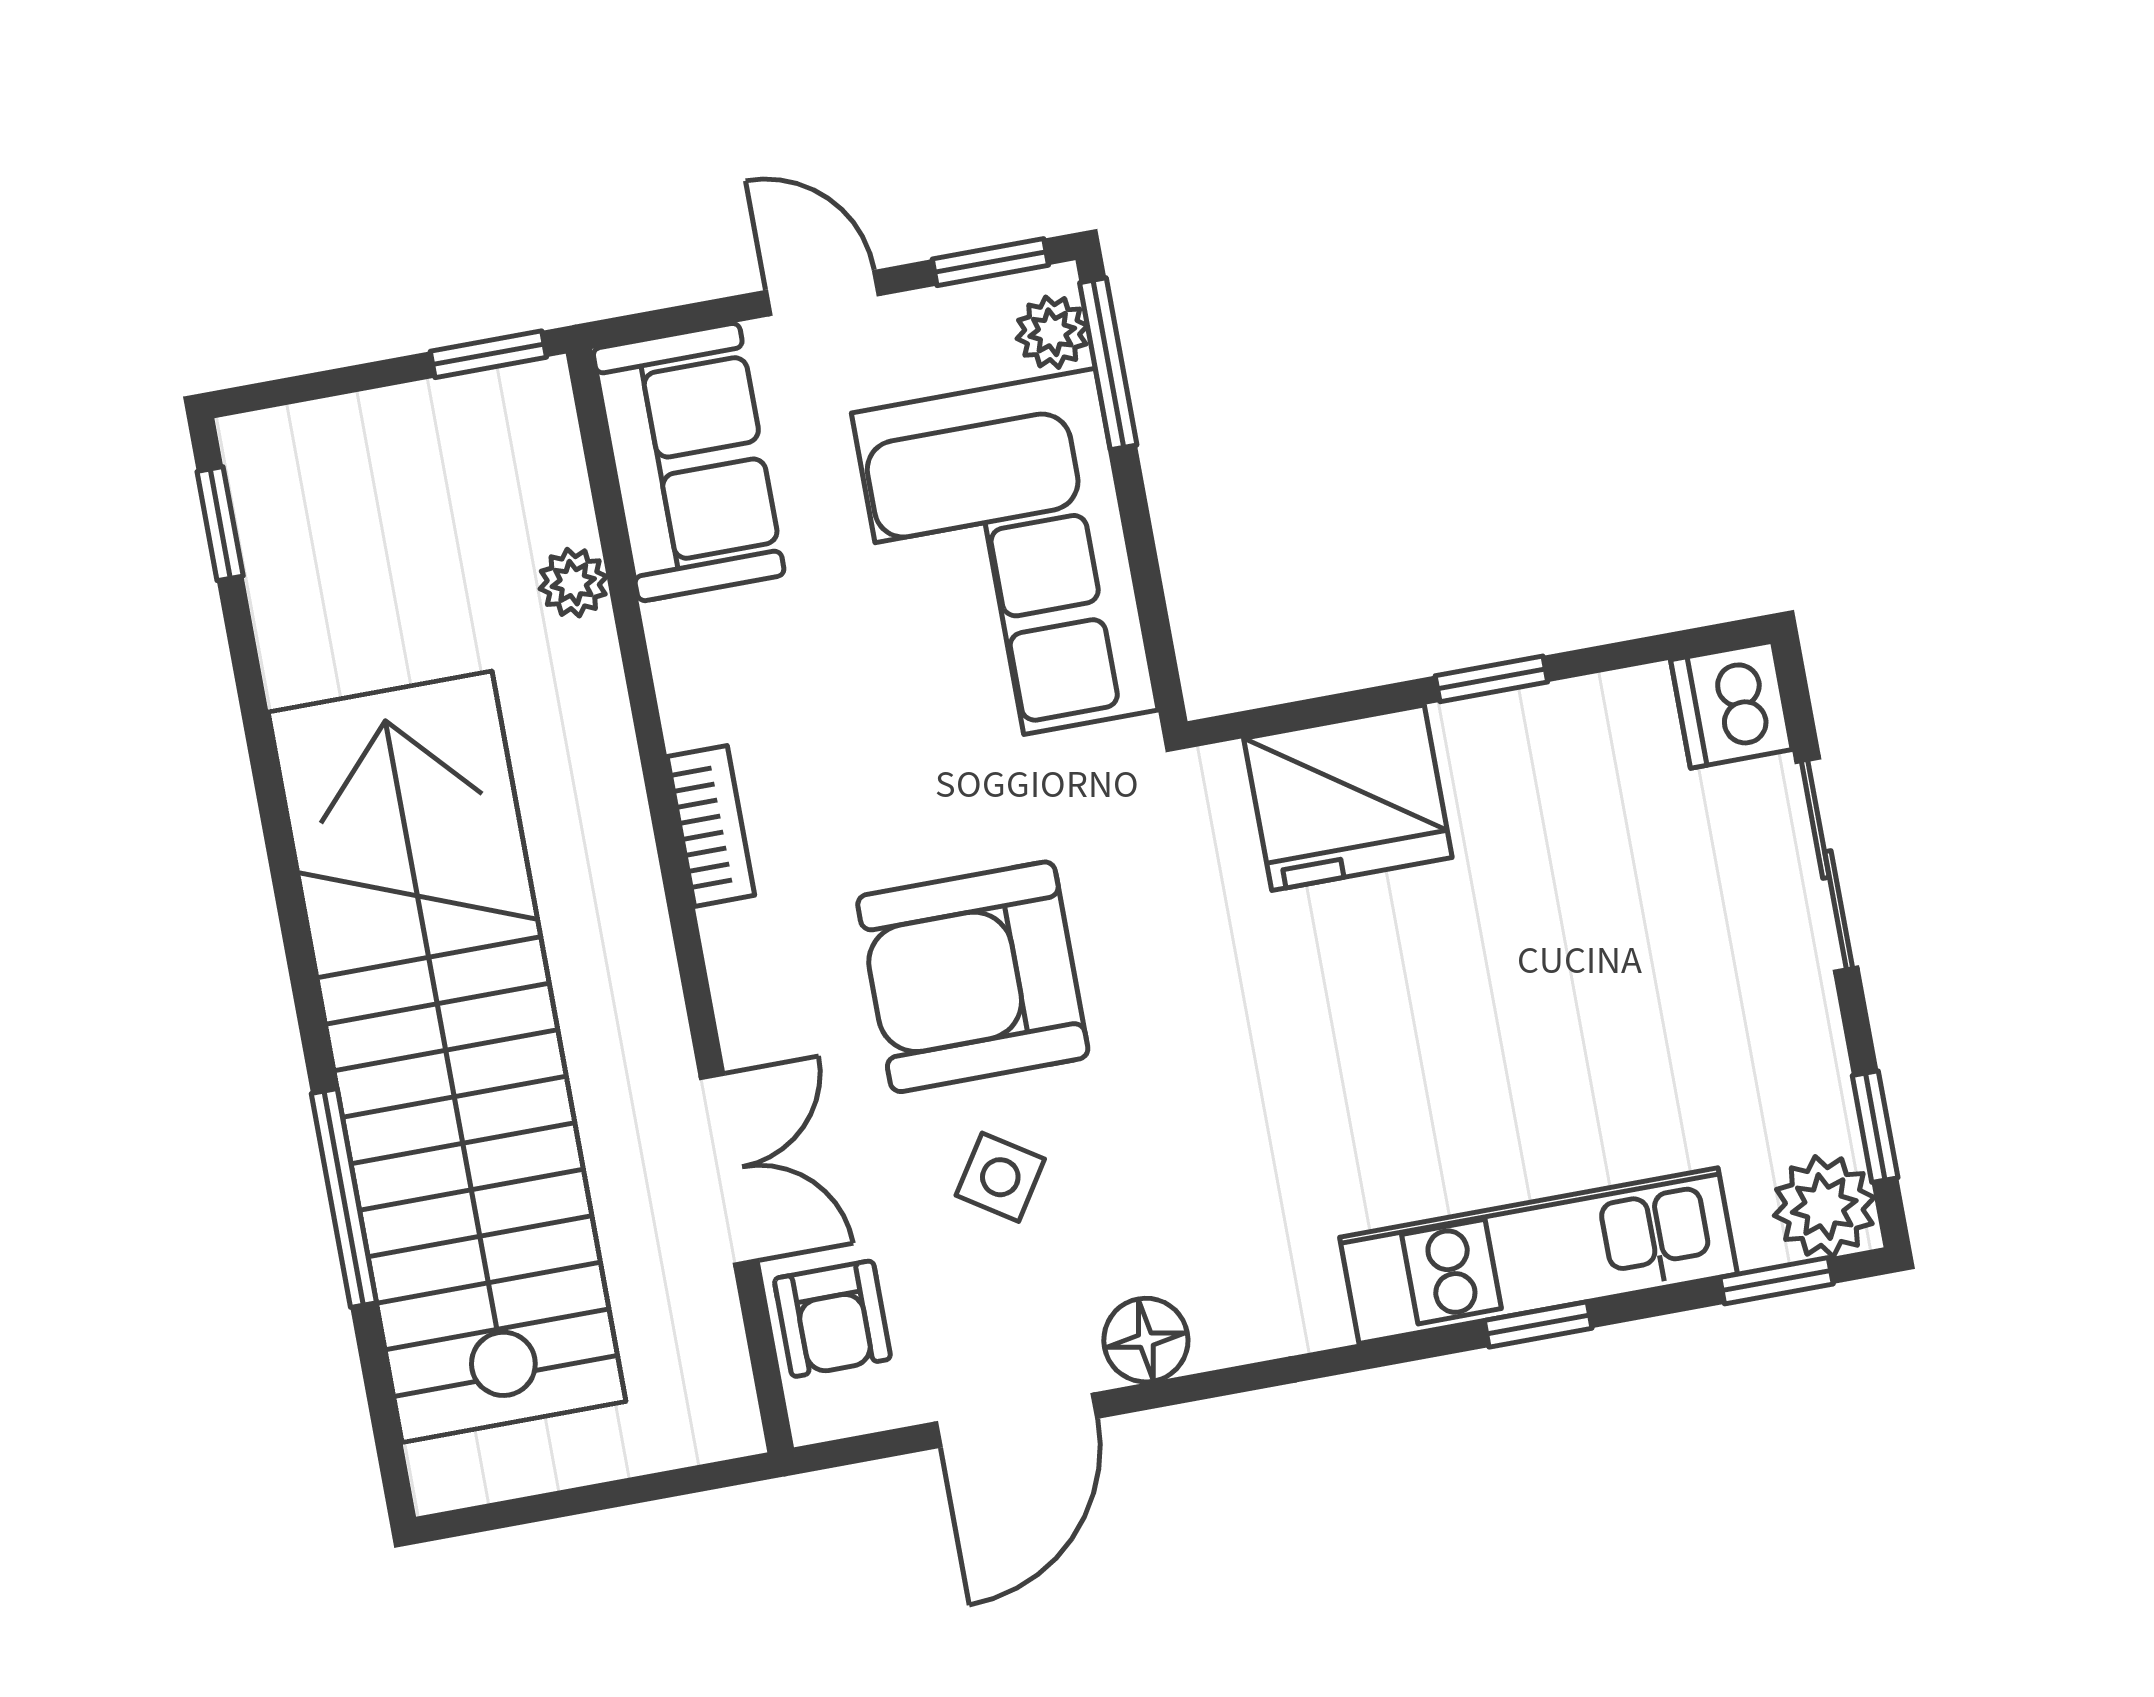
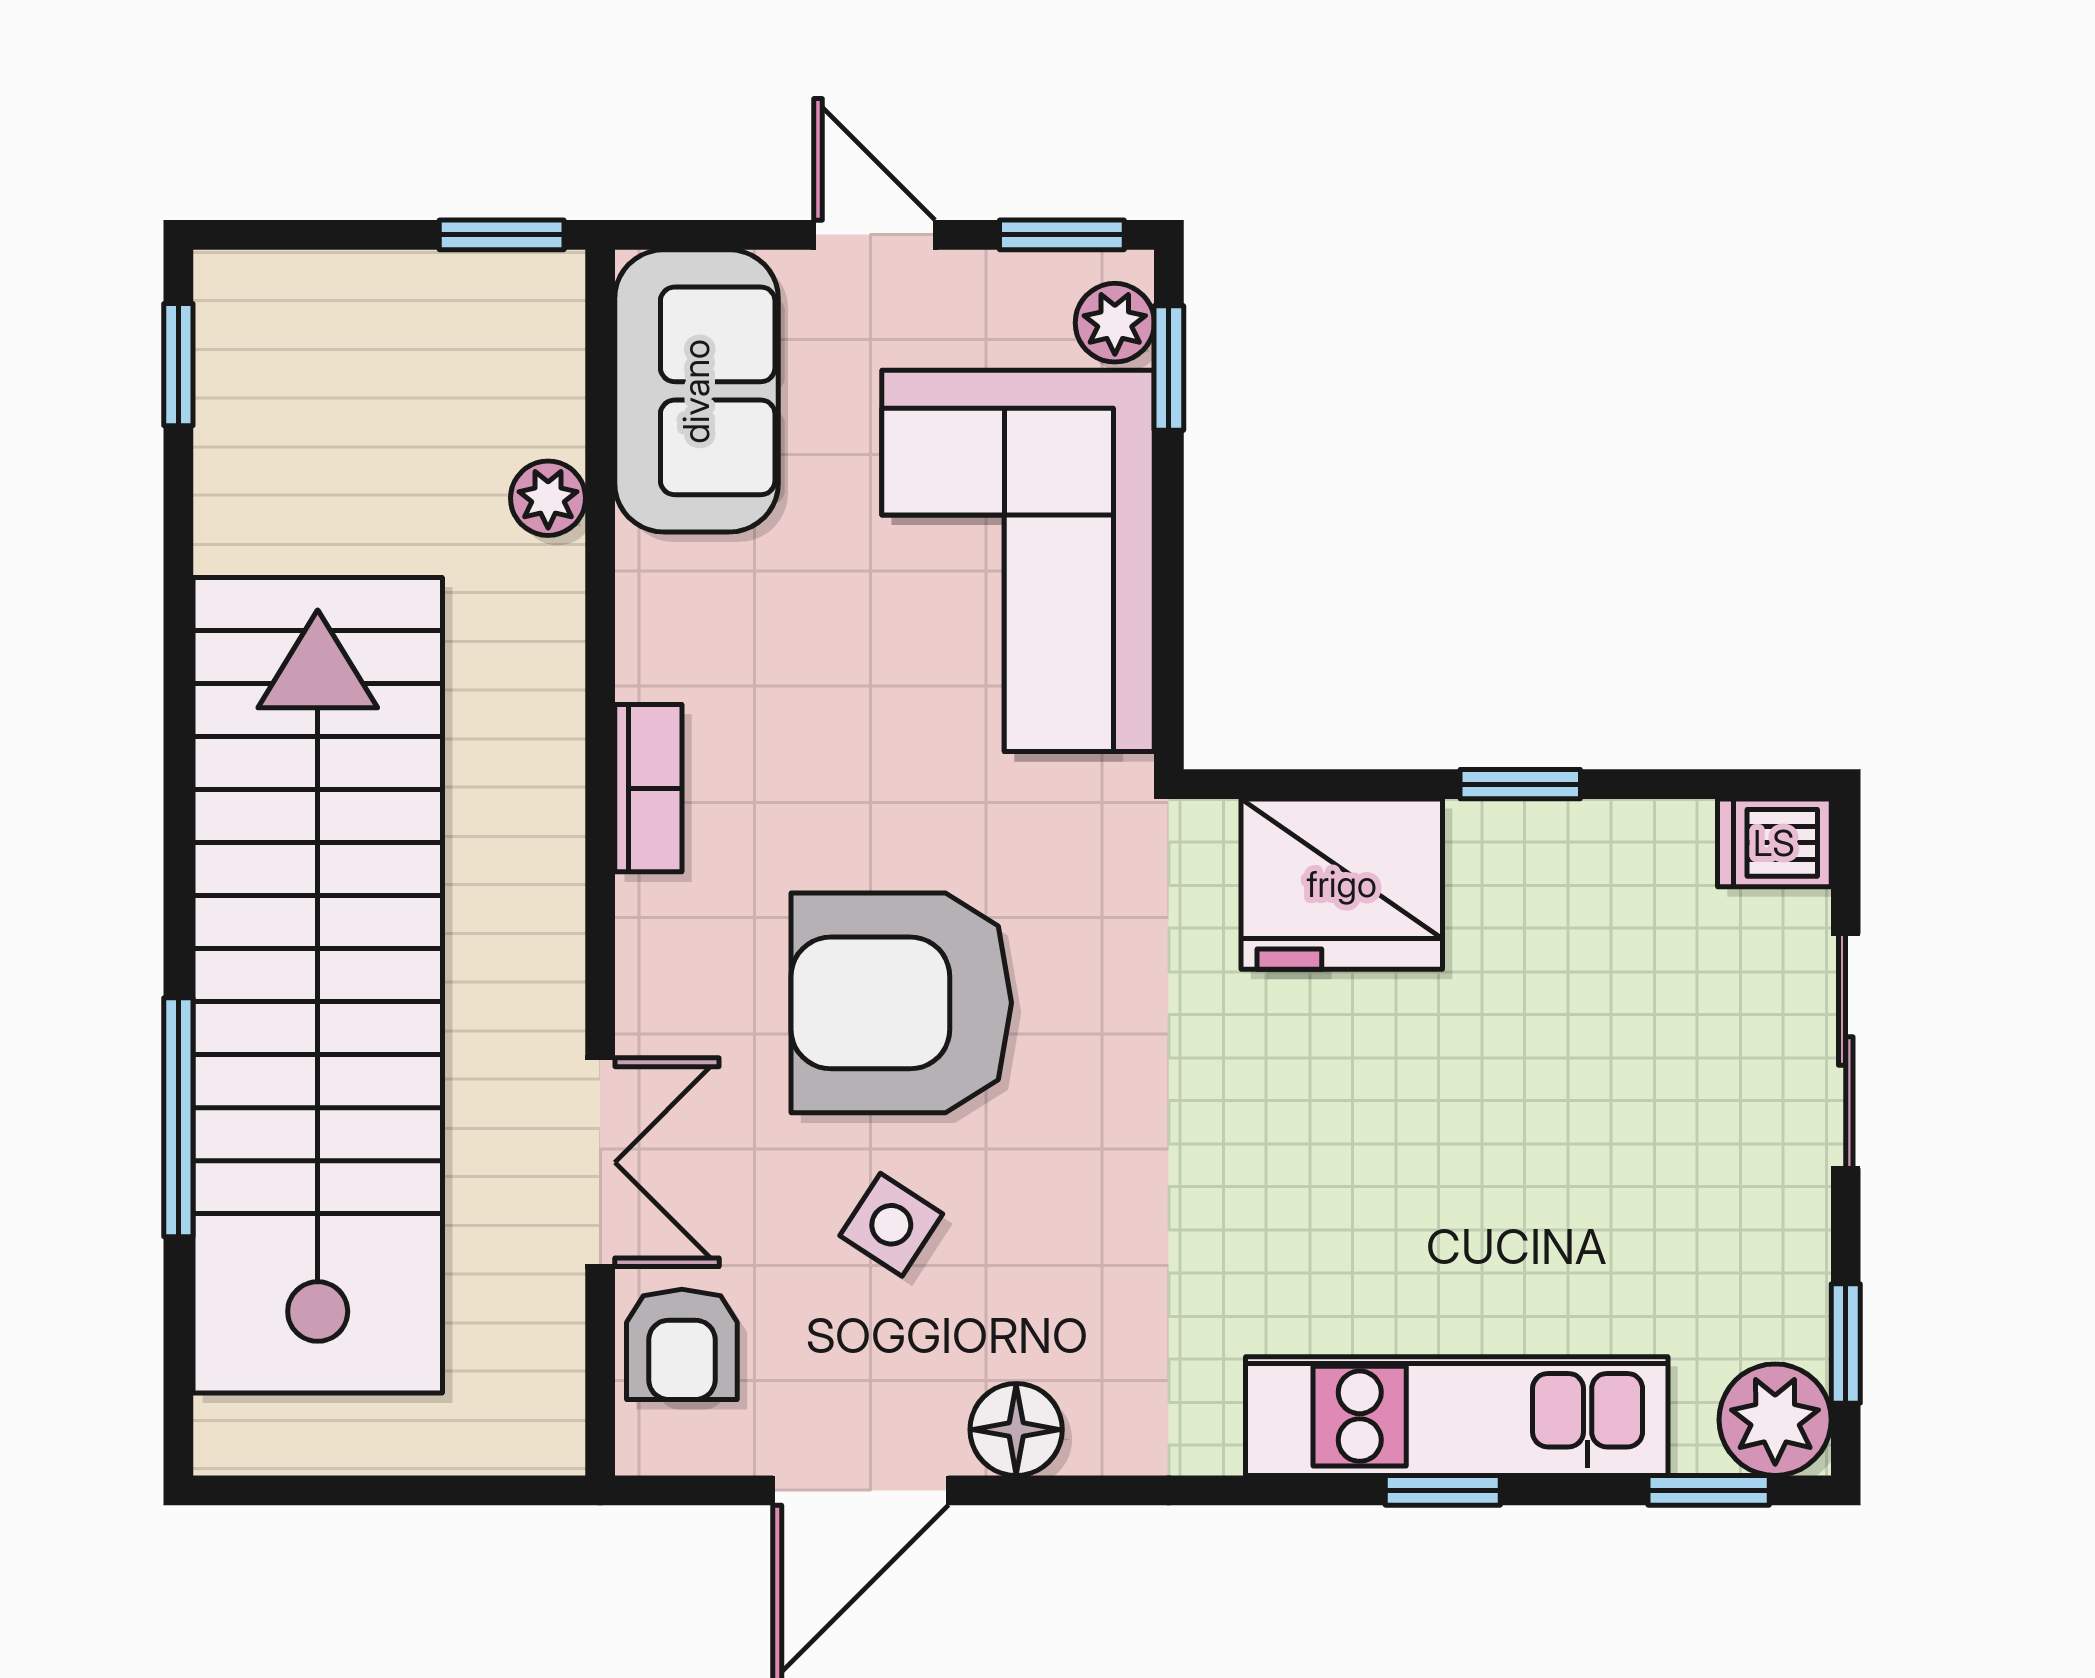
window: (1108, 364) -> (1169, 368), width x0.67
dishwasher: (1731, 705) -> (1774, 843), width x0.73

